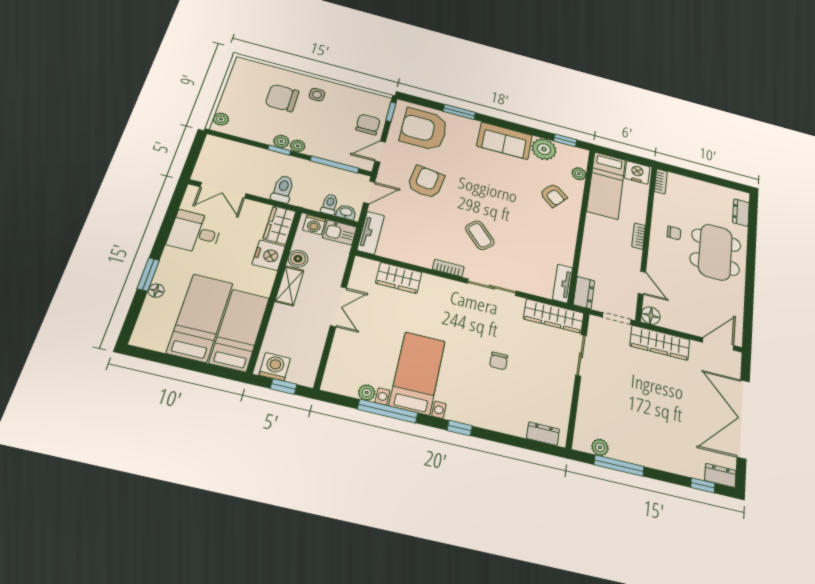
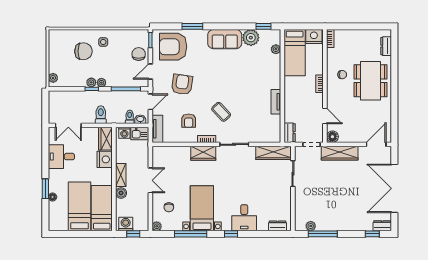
chair: (282, 98) -> (83, 51), turned 180
armchair: (553, 195) -> (189, 121), moved, turned 50
boiler: (298, 259) -> (121, 193), moved
wardrobe: (399, 278) -> (203, 153), moved
tv unit: (563, 284) -> (276, 102), moved
chair: (499, 361) -> (169, 207), moved
plant: (367, 393) -> (157, 226), moved
desk: (488, 406) -> (244, 218), added

